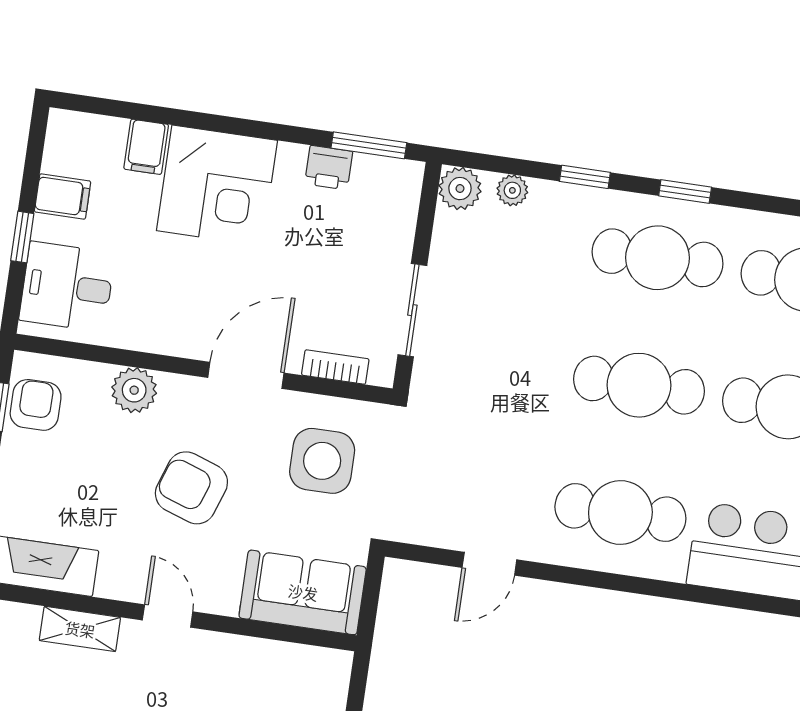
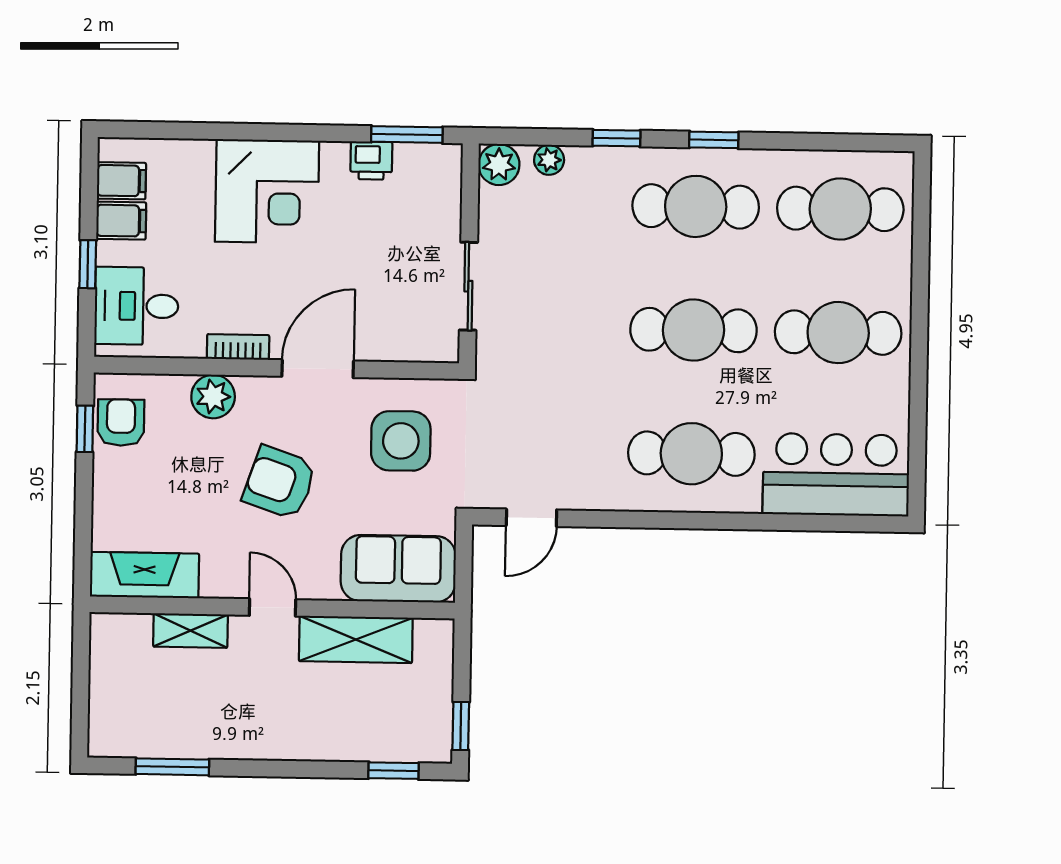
filing cabinet: (146, 147) -> (121, 181), moved, turned -90
bookcase: (335, 367) -> (238, 347), moved
door: (489, 564) -> (531, 518), moved
shelving: (249, 660) -> (356, 639), added

